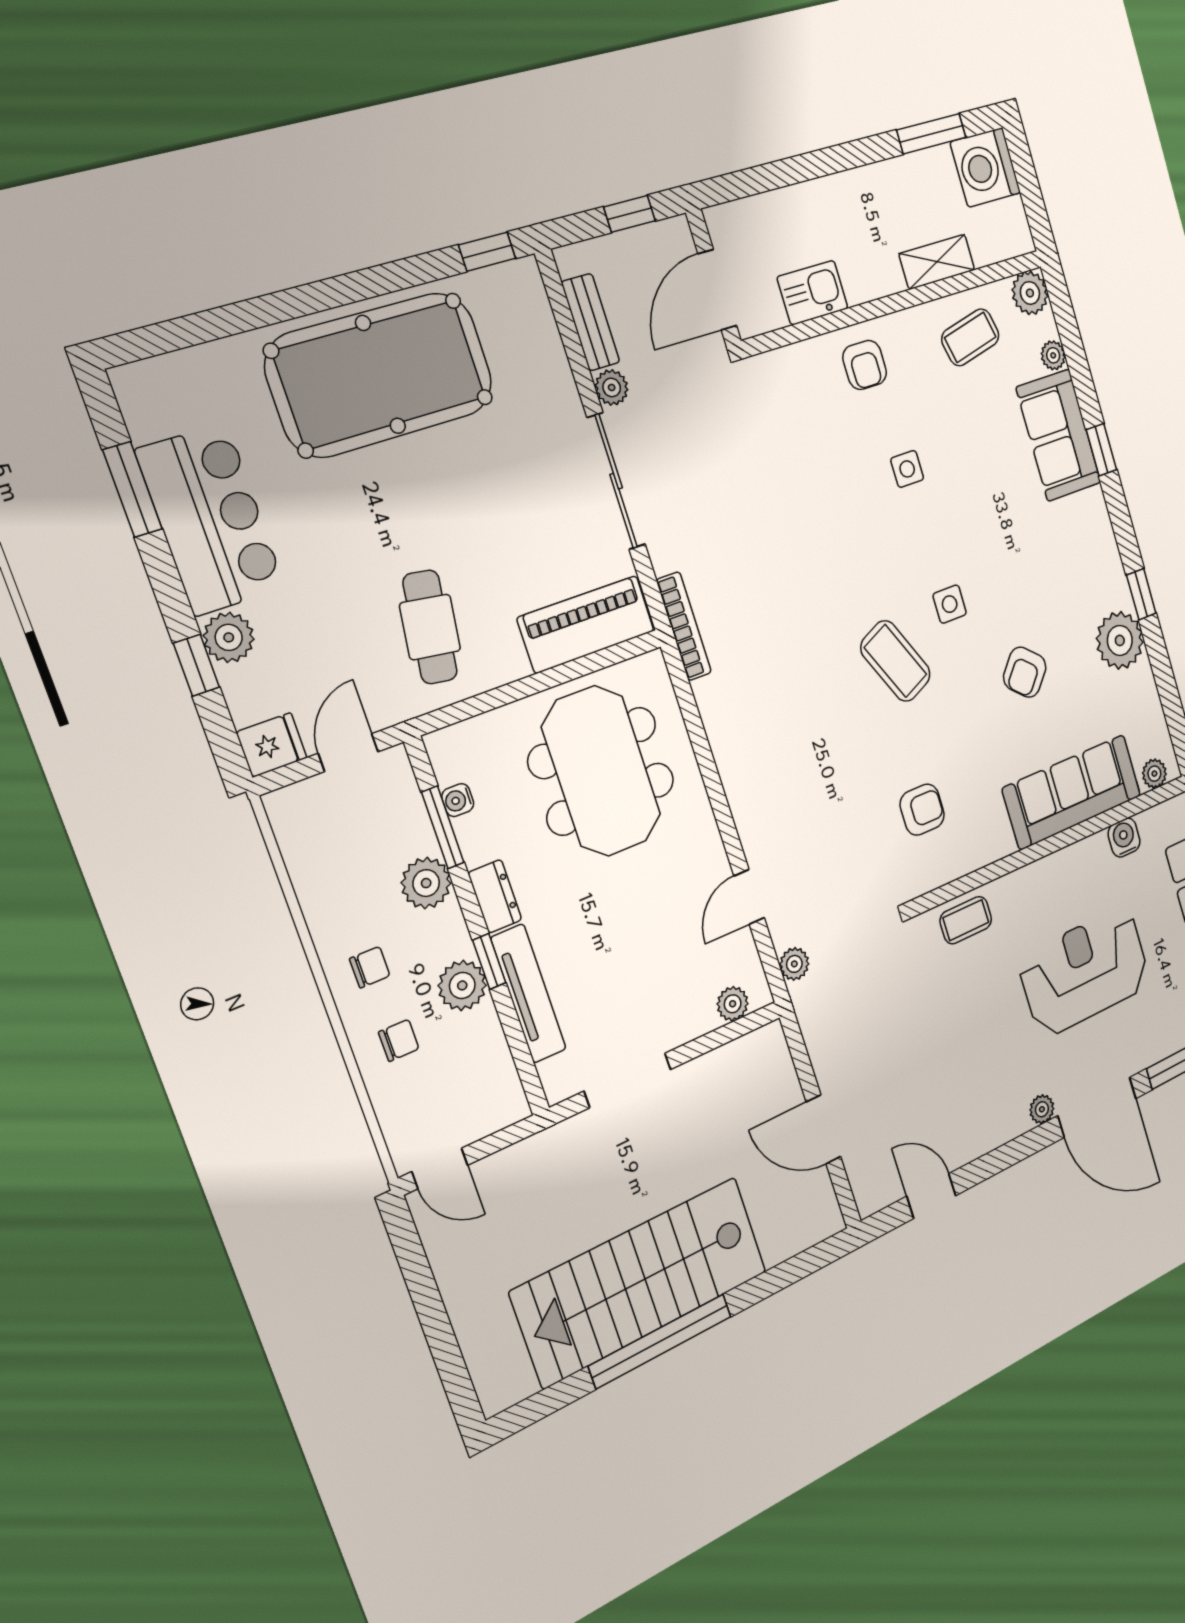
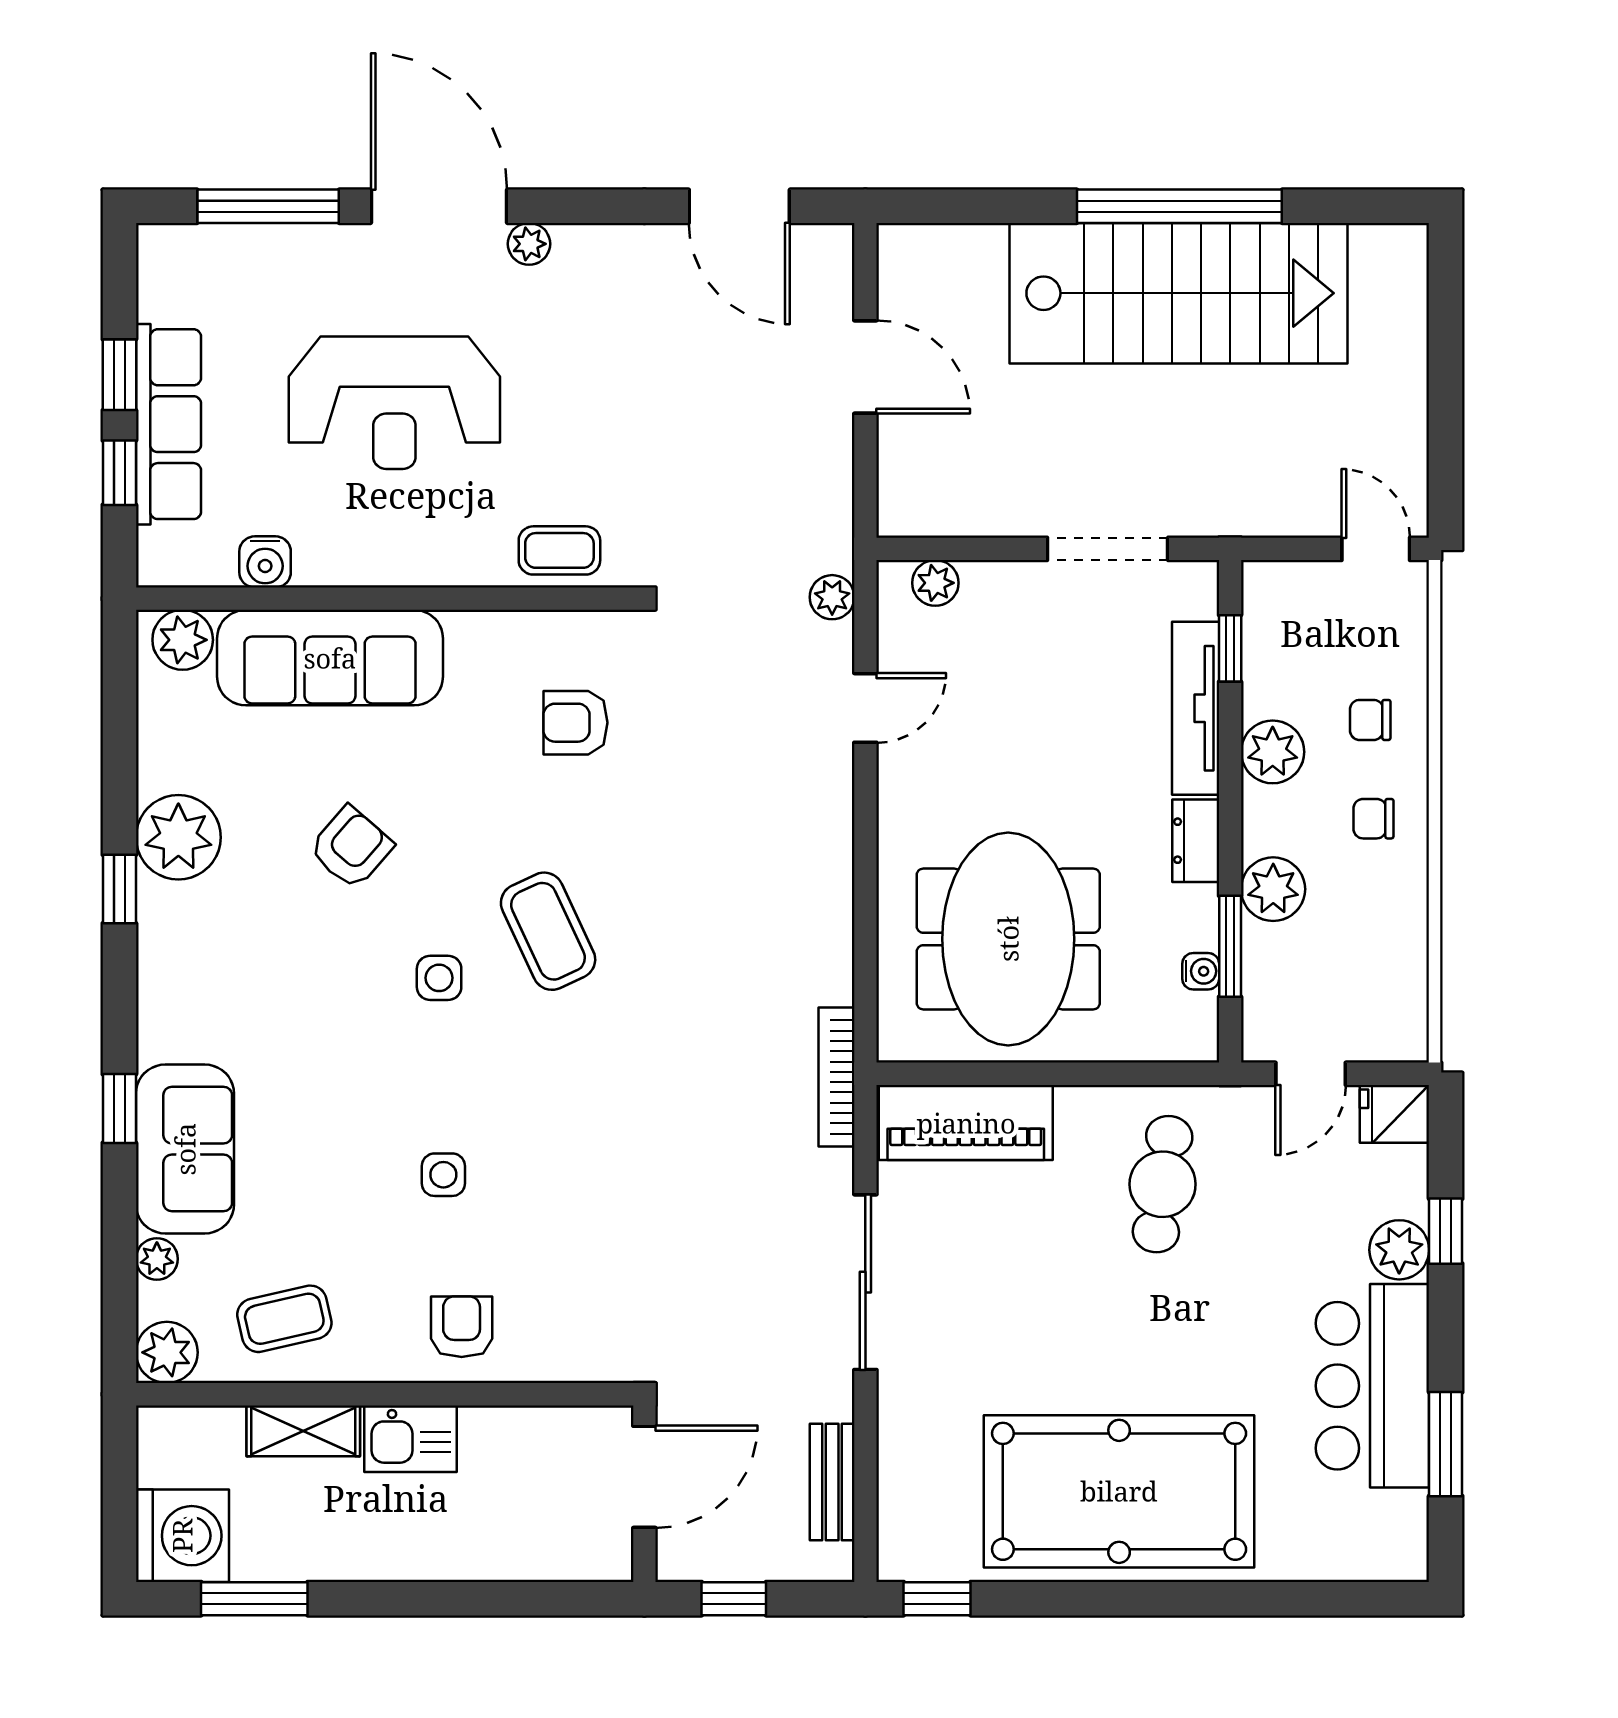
kitchen sink: (813, 293) -> (410, 1439), moved
plant: (612, 387) -> (832, 1396), removed
plant: (1154, 774) -> (183, 640), width x1.38, depth x1.38
window: (489, 961) -> (1230, 648), moved
door: (931, 1196) -> (739, 206), width x1.38

